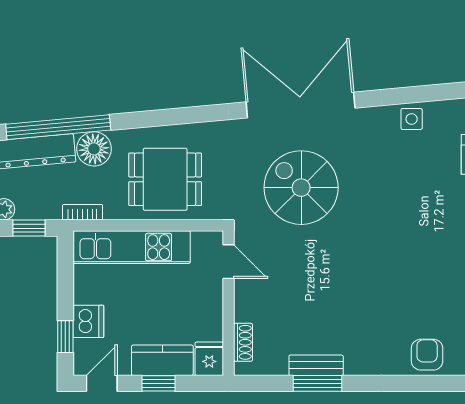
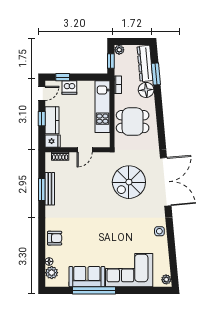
window: (58, 127) -> (156, 74), width x0.47
dining table: (165, 179) -> (133, 122), turned 90
spiral stairs: (301, 188) -> (129, 182), turned 180
door: (229, 262) -> (85, 150), moved
bench: (316, 365) -> (50, 189), width x1.36
door: (102, 383) -> (42, 93), hinge flipped

